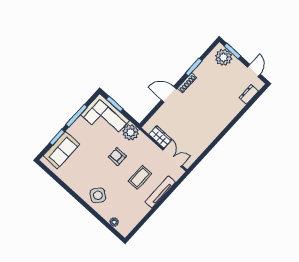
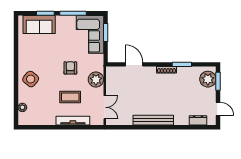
door: (254, 71) -> (218, 109), hinge flipped
door: (169, 94) -> (134, 64), moved
bench: (217, 129) -> (153, 120), added
plant: (131, 132) -> (96, 80), moved
wardrobe: (160, 137) -> (112, 86), removed

